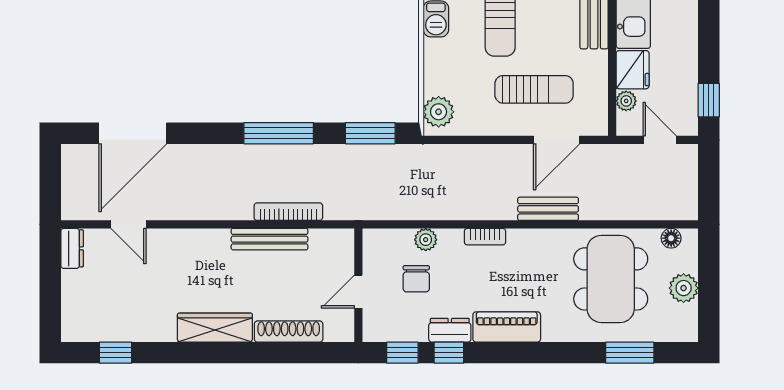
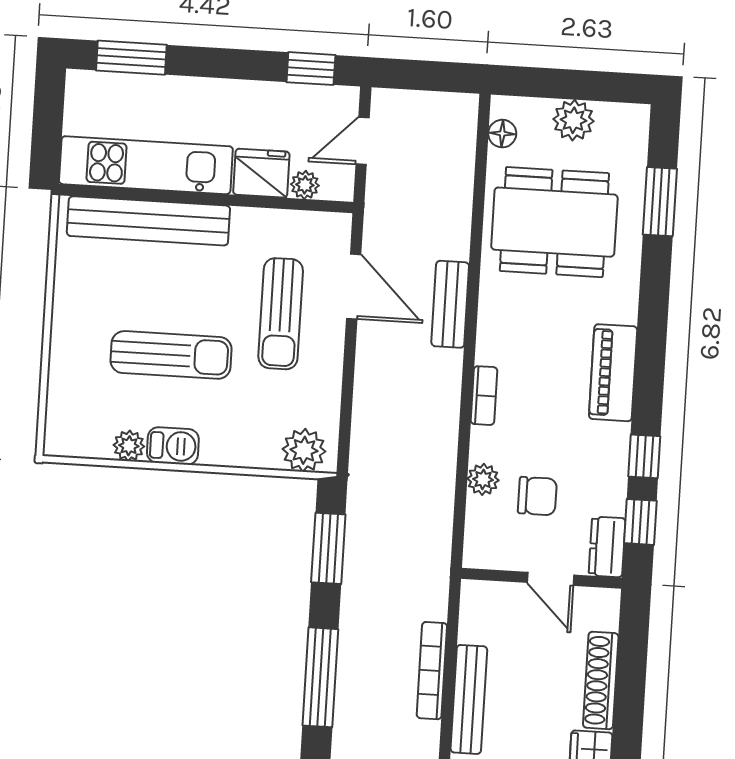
sun lounger: (534, 89) -> (281, 314), turned 180
dresser: (450, 330) -> (607, 547), moved

